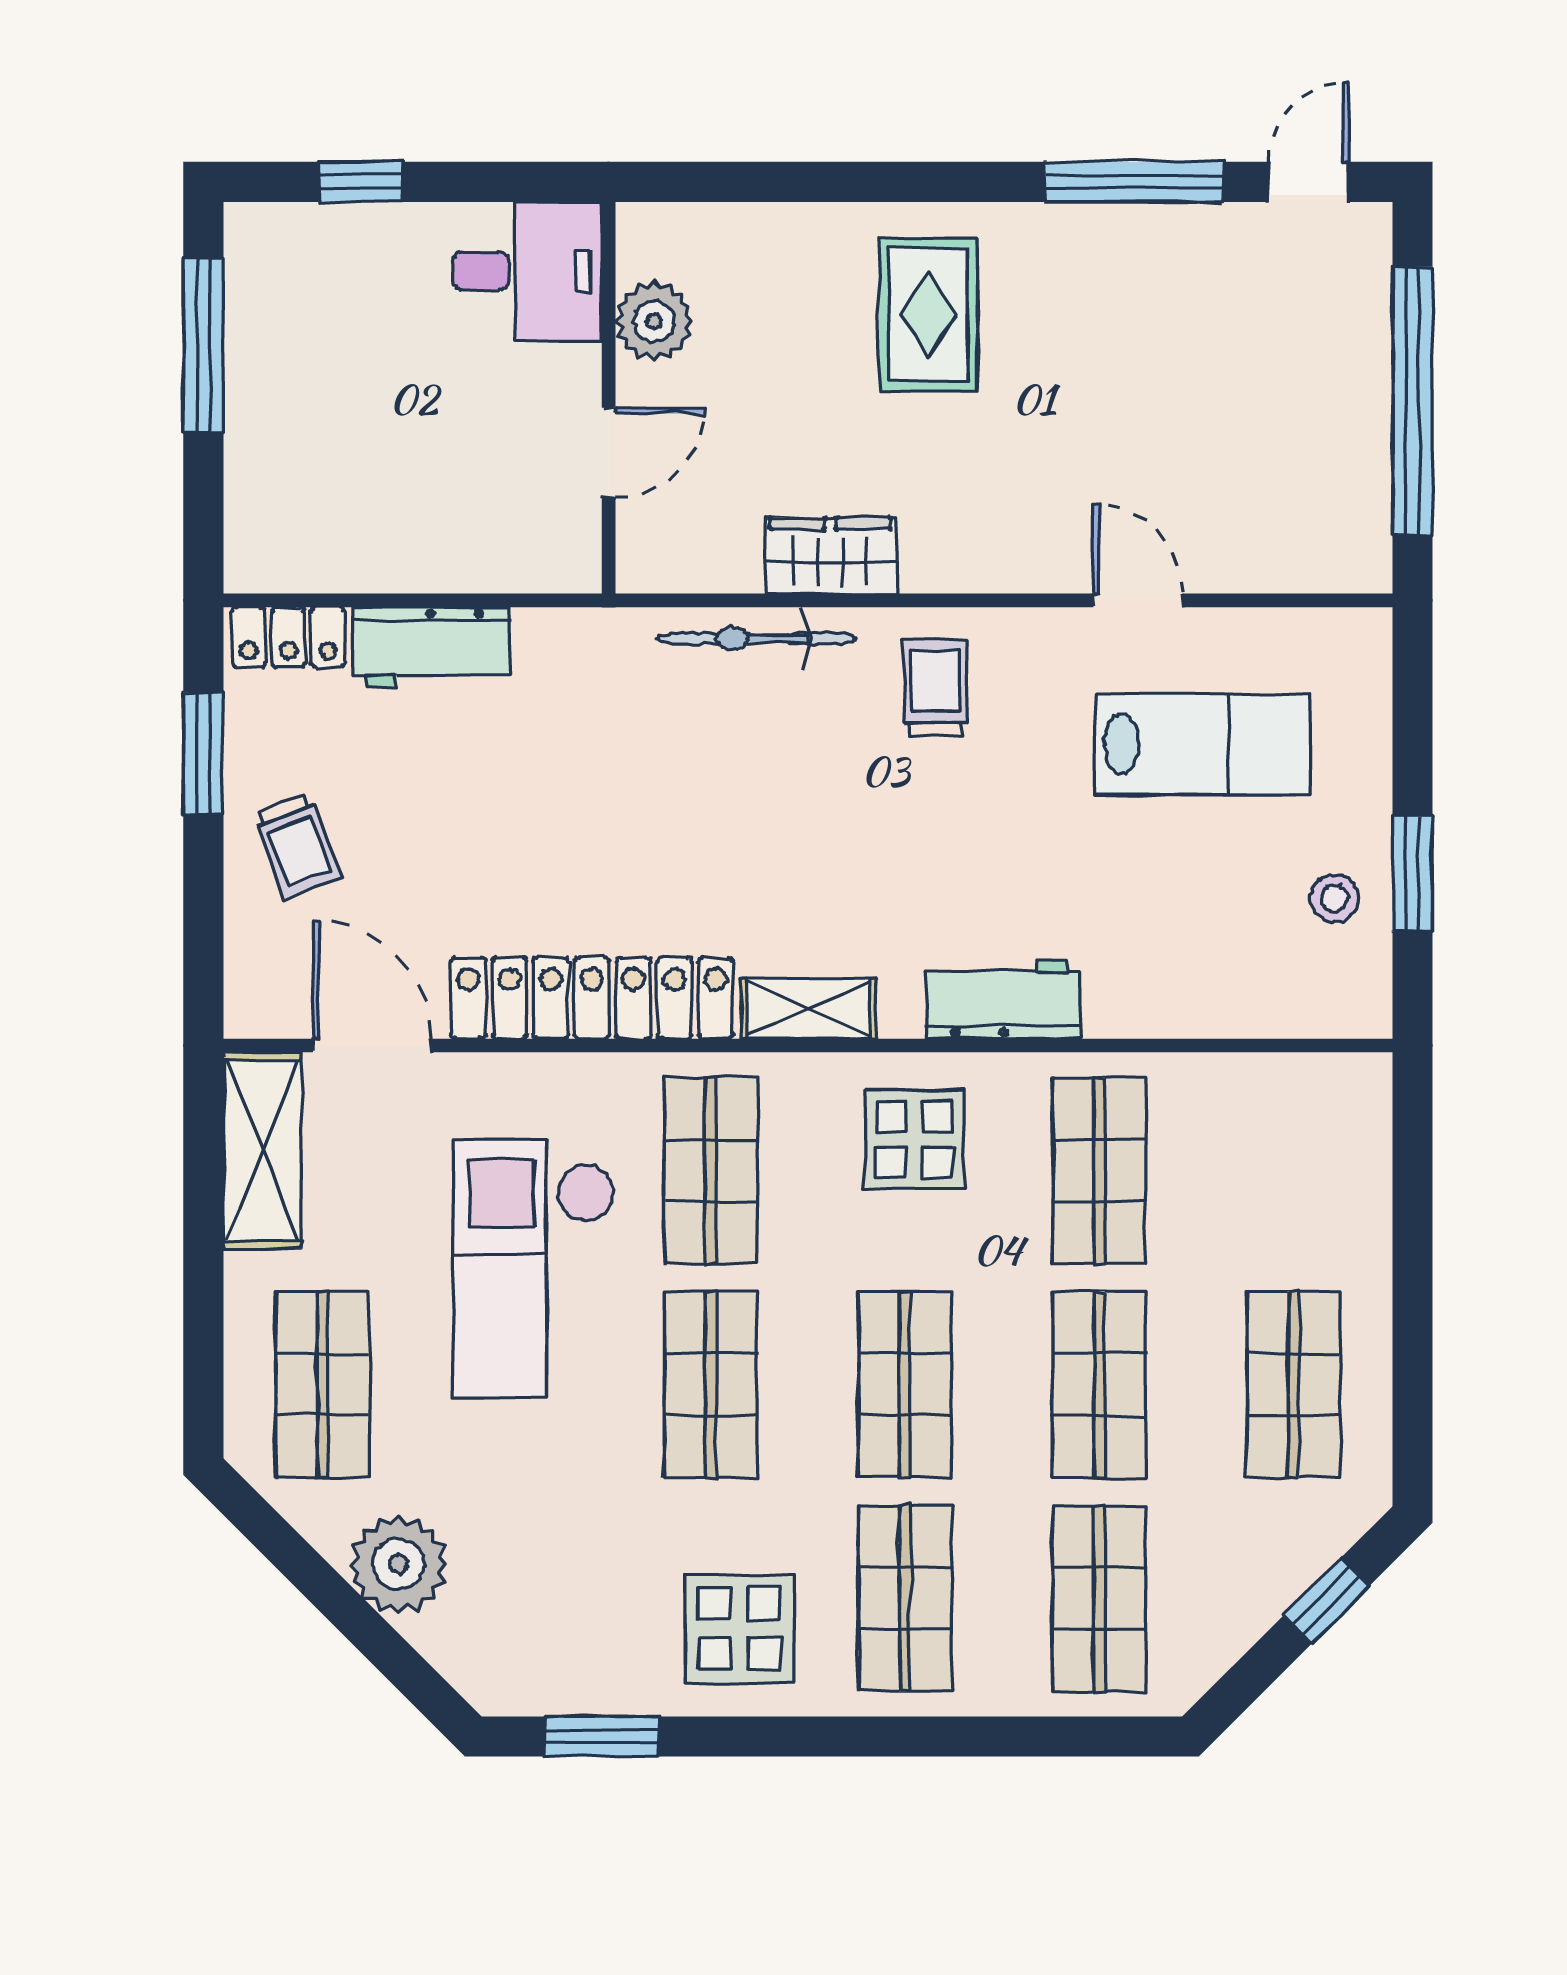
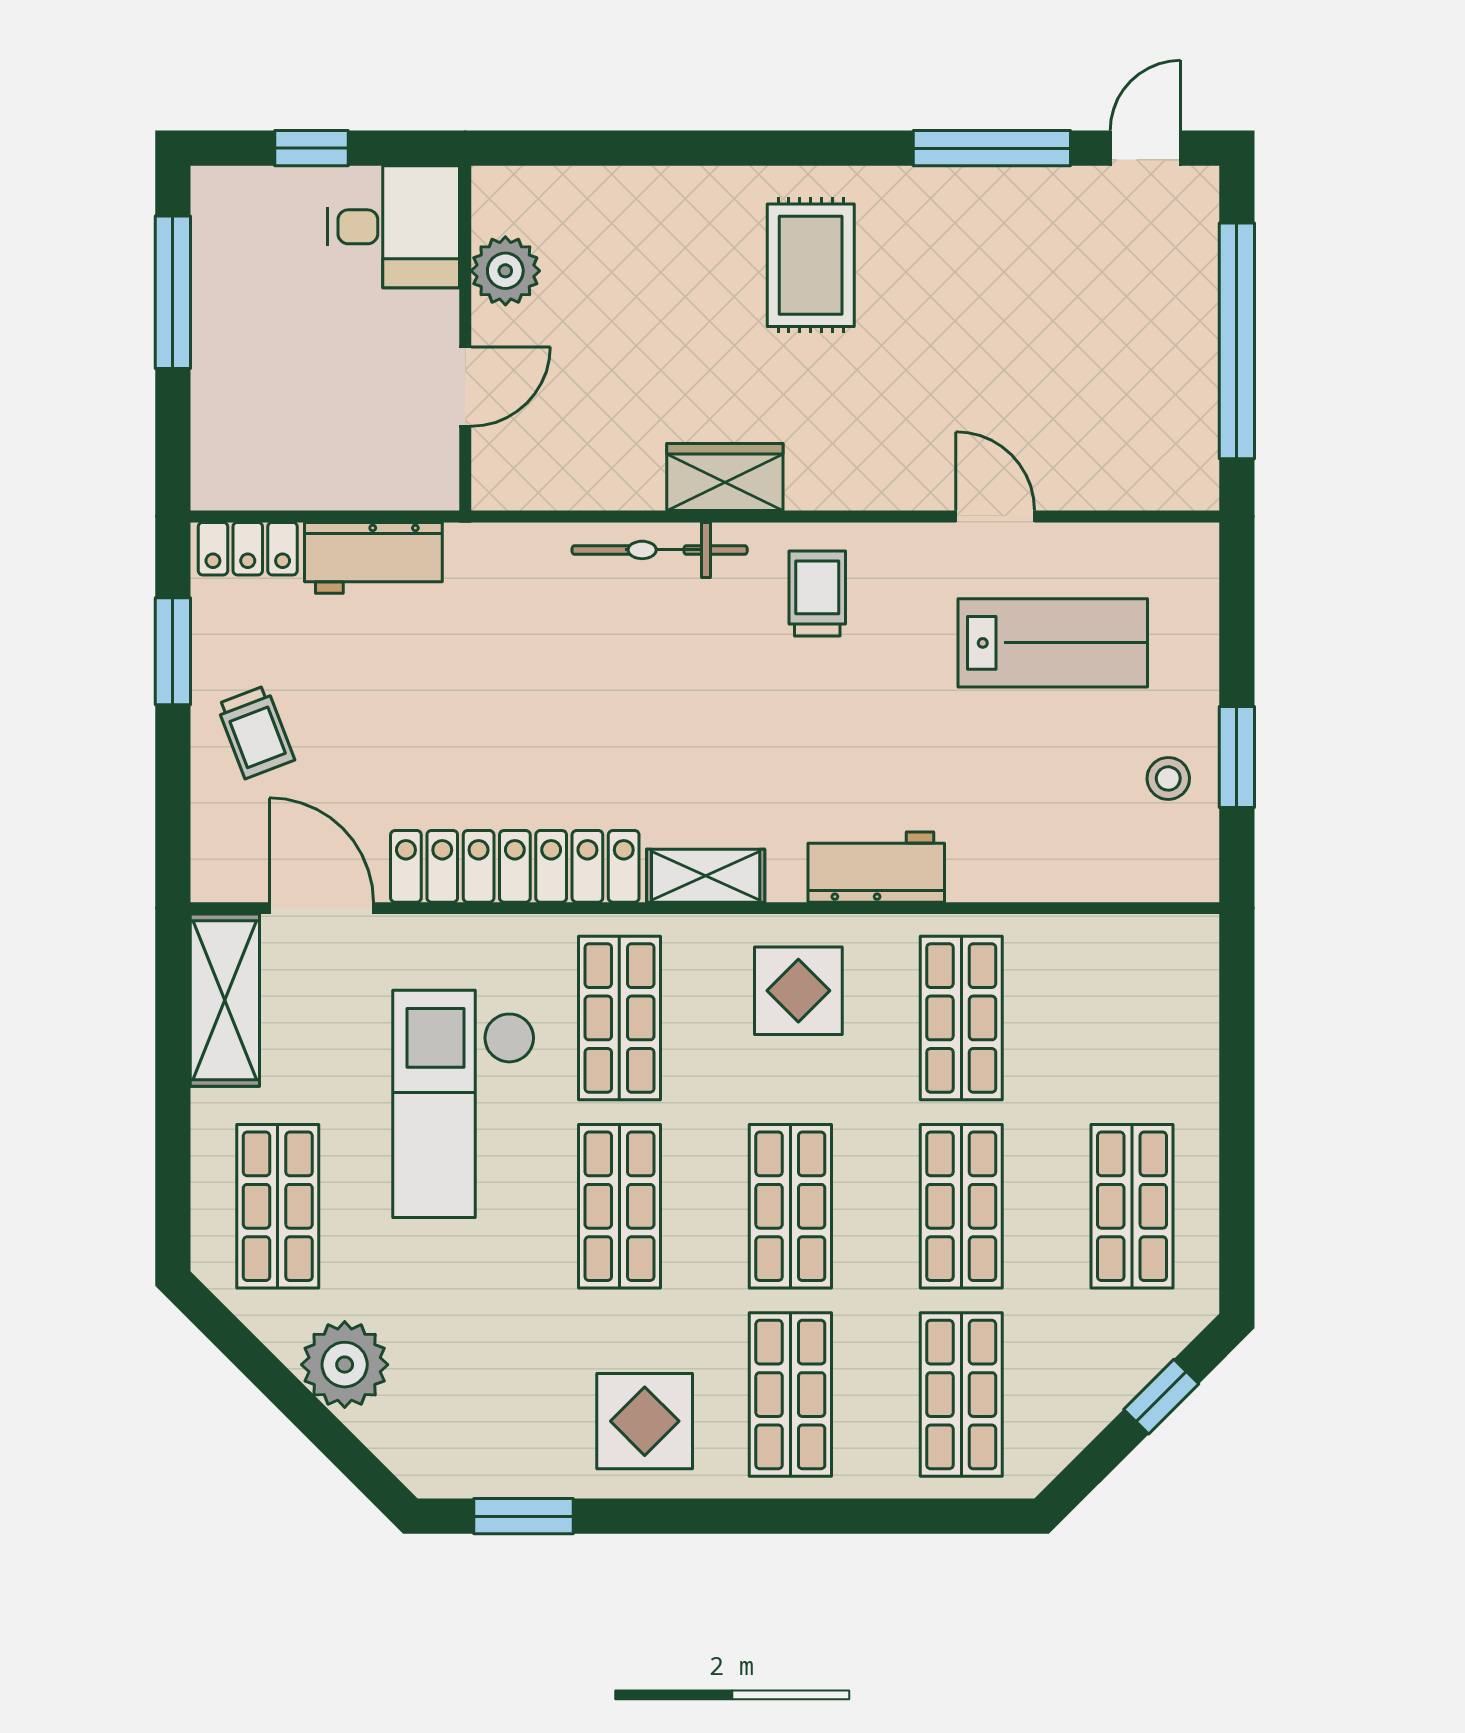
desk: (527, 271) -> (393, 227), moved
plant: (654, 321) -> (505, 271), moved
wall: (609, 398) -> (465, 338), moved
door: (609, 453) -> (465, 386), moved

